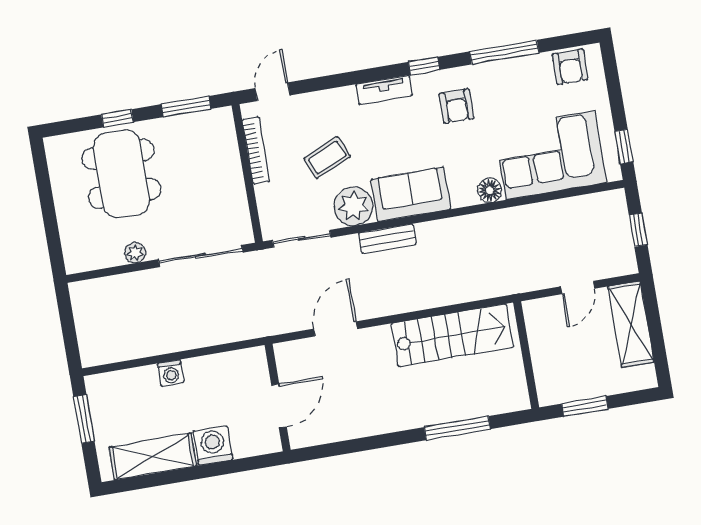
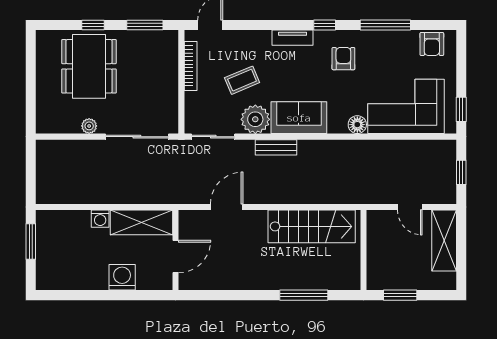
armchair: (456, 106) -> (343, 59), turned 180
door: (578, 288) -> (410, 207), hinge flipped
shelving: (153, 457) -> (142, 222), moved

